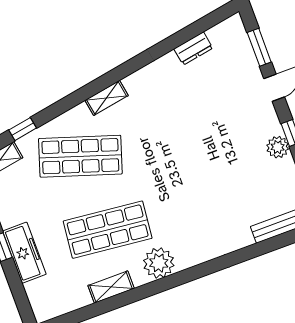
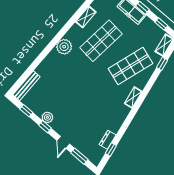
window: (197, 28) -> (111, 150), added
plant: (159, 263) -> (64, 47), moved

